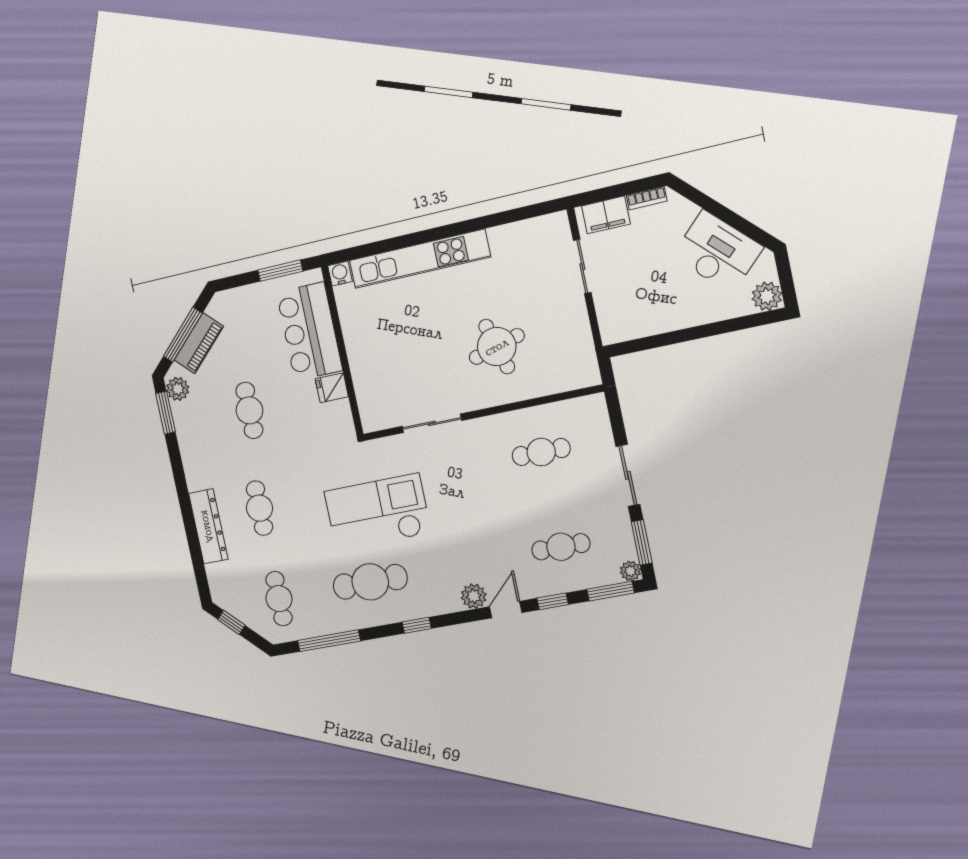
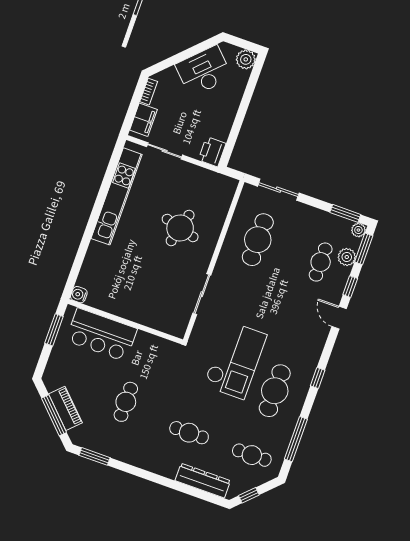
kitchen unit: (420, 259) -> (117, 196), moved
printer: (618, 327) -> (212, 152), added
round table: (497, 347) -> (180, 228), turned 31
fridge: (332, 388) -> (144, 342), removed
plant: (178, 389) -> (85, 439), removed
cafe table: (249, 410) -> (126, 402), turned 90
cafe table: (541, 452) -> (258, 240), width x1.37, depth x1.35
sliding door: (628, 475) -> (278, 190), moved
checkout: (377, 512) -> (235, 360), turned 180
dresser: (208, 526) -> (203, 481), moved
plant: (474, 596) -> (347, 257), moved

